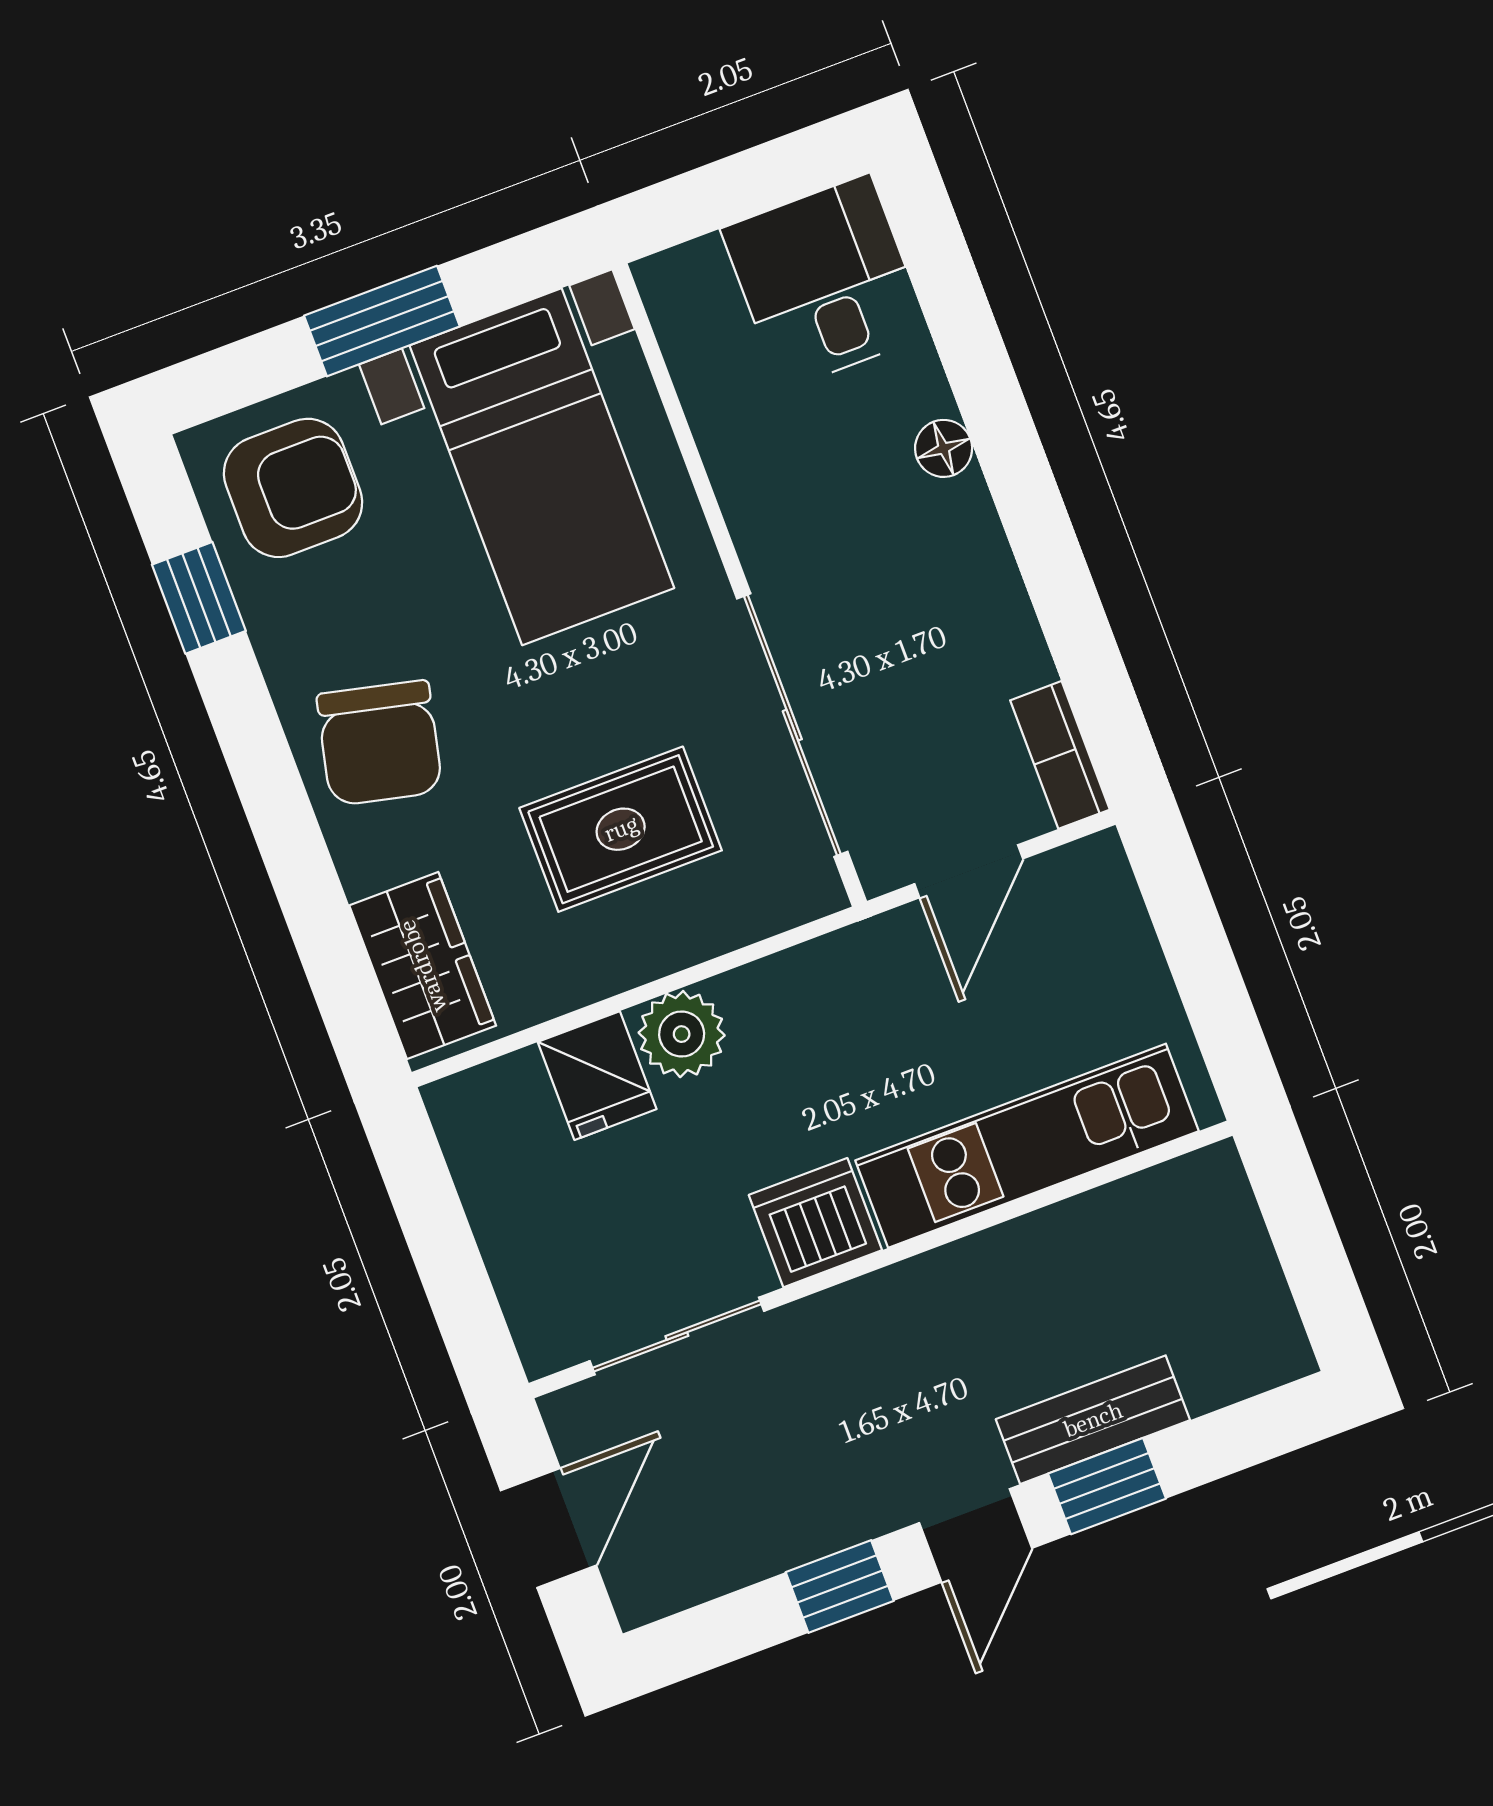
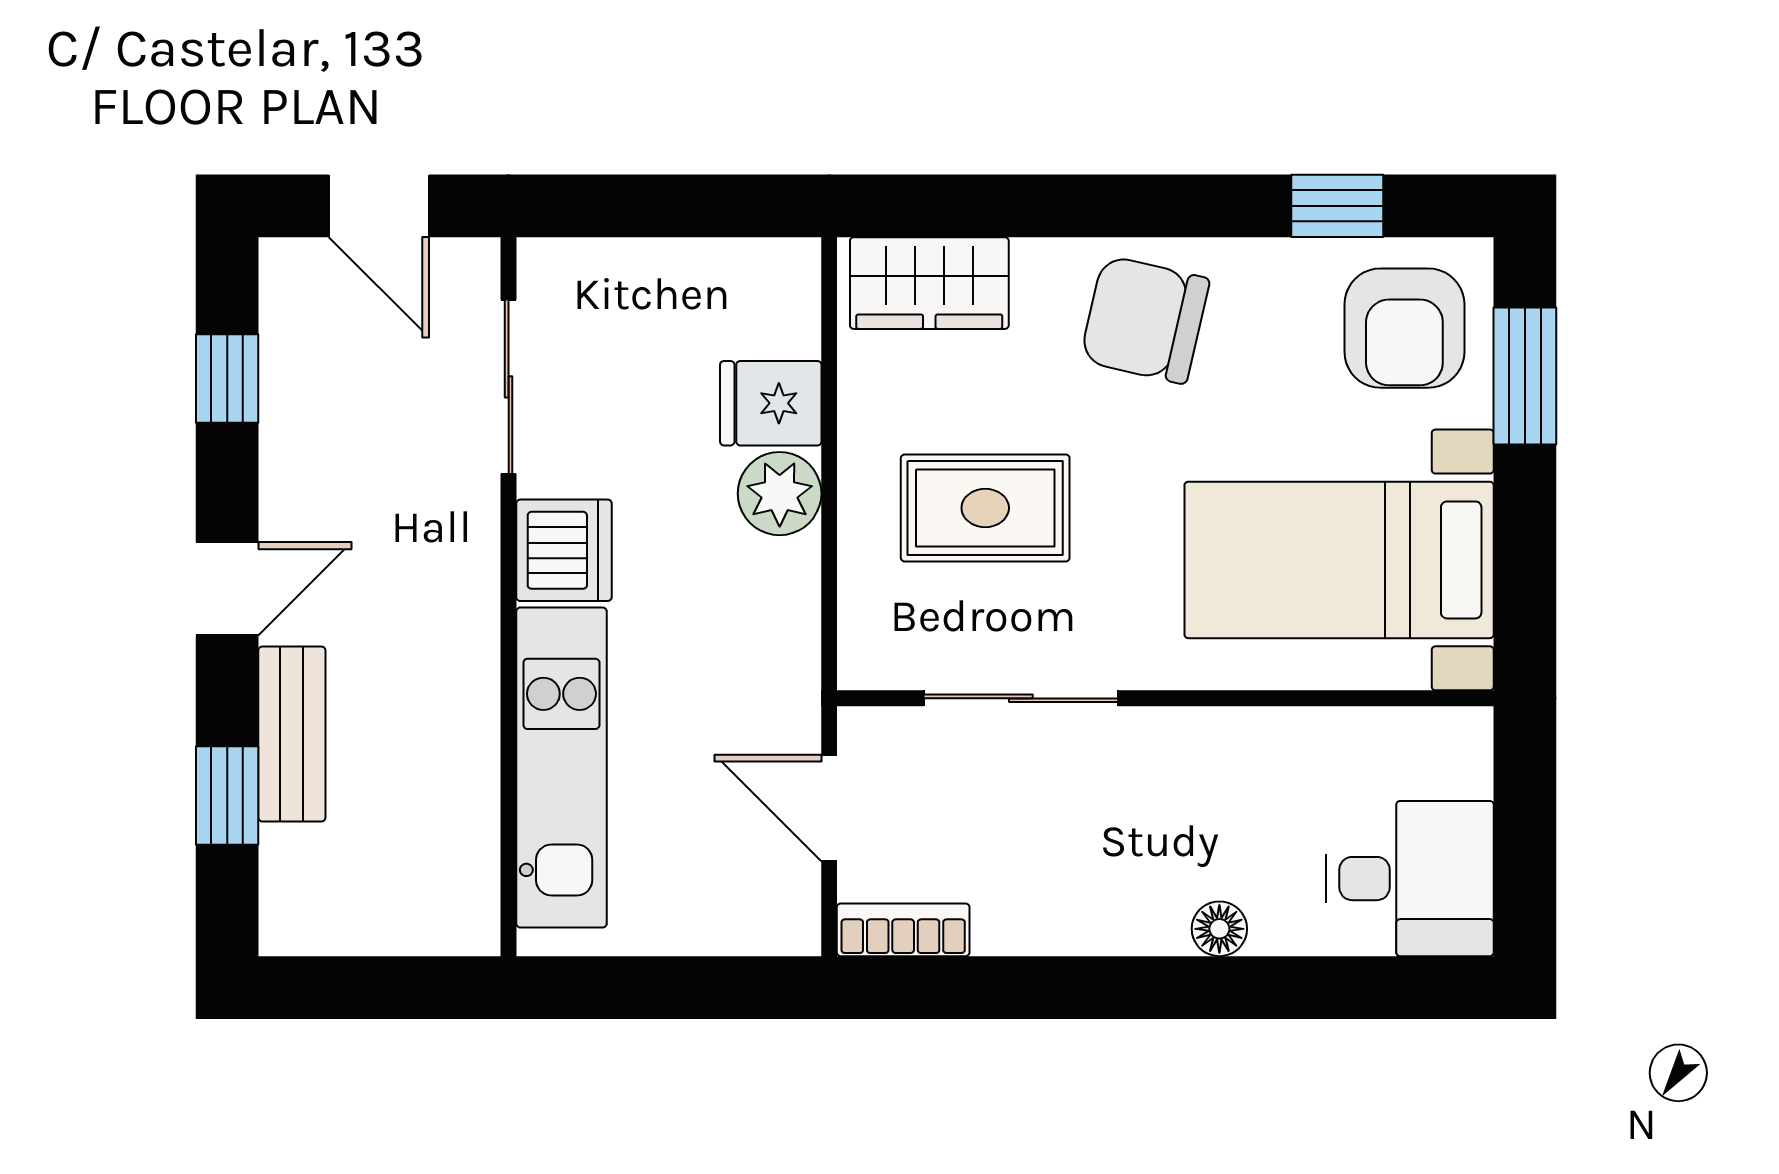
window: (382, 321) -> (1525, 376), moved
sliding door: (792, 725) -> (1021, 698), width x0.73
rug: (621, 829) -> (985, 508), turned 90
window: (1107, 1486) -> (227, 795), moved
door: (976, 1535) -> (227, 589), swing flipped
window: (840, 1587) -> (227, 379), moved

